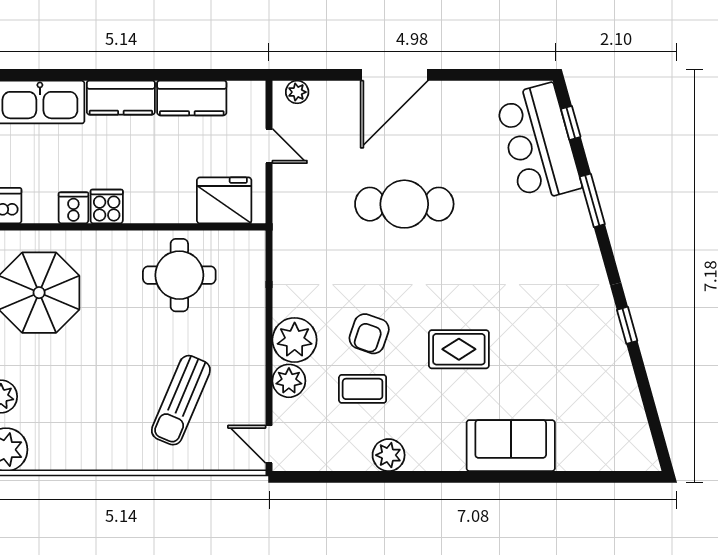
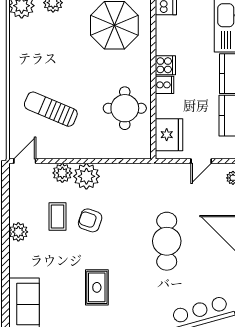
cooker: (73, 208) -> (165, 85), moved
rug: (459, 349) -> (97, 287), moved

